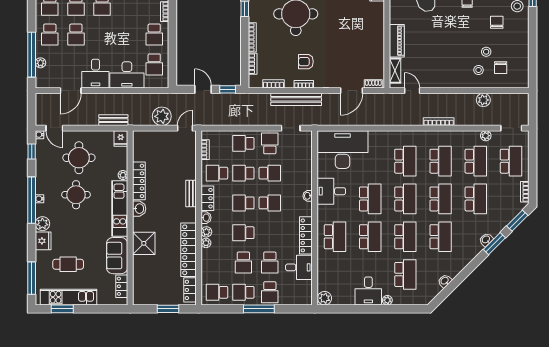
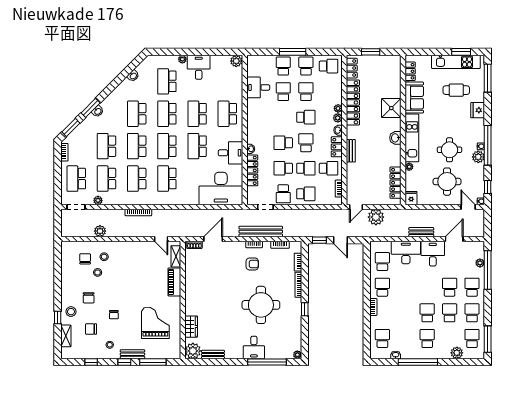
bench: (113, 120) -> (421, 232), moved
locker: (139, 181) -> (396, 183), moved
school desk: (243, 203) -> (306, 143), turned -90
plant: (42, 224) -> (478, 157), moved
locker: (306, 235) -> (252, 170), moved
school desk: (243, 292) -> (306, 66), turned -90

